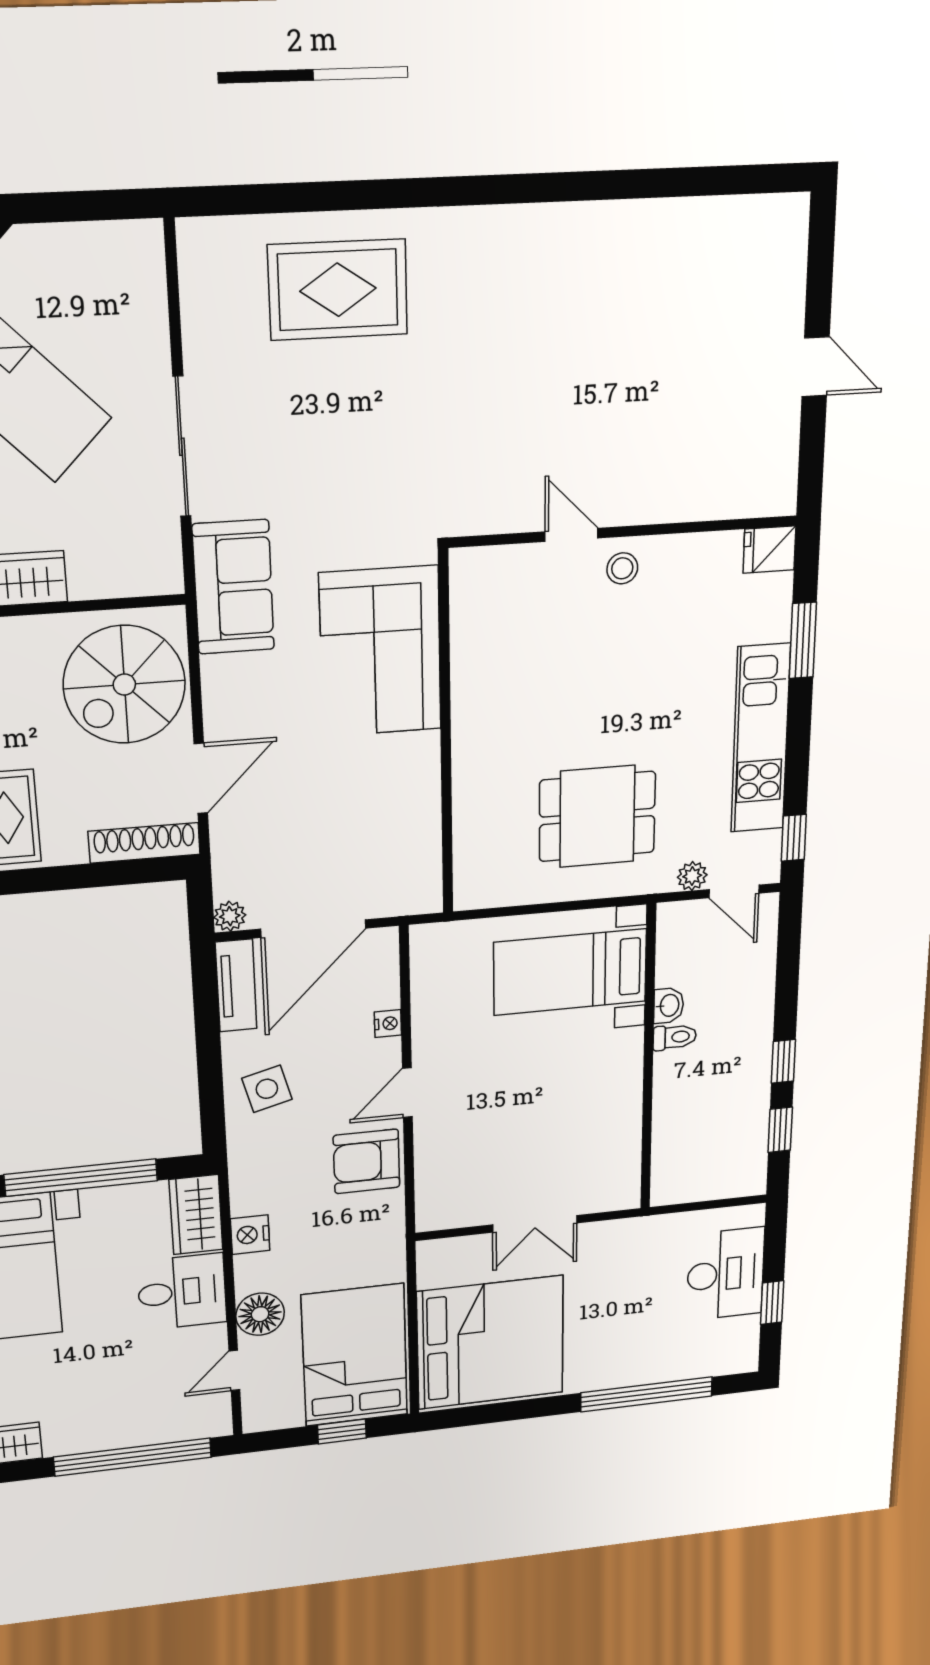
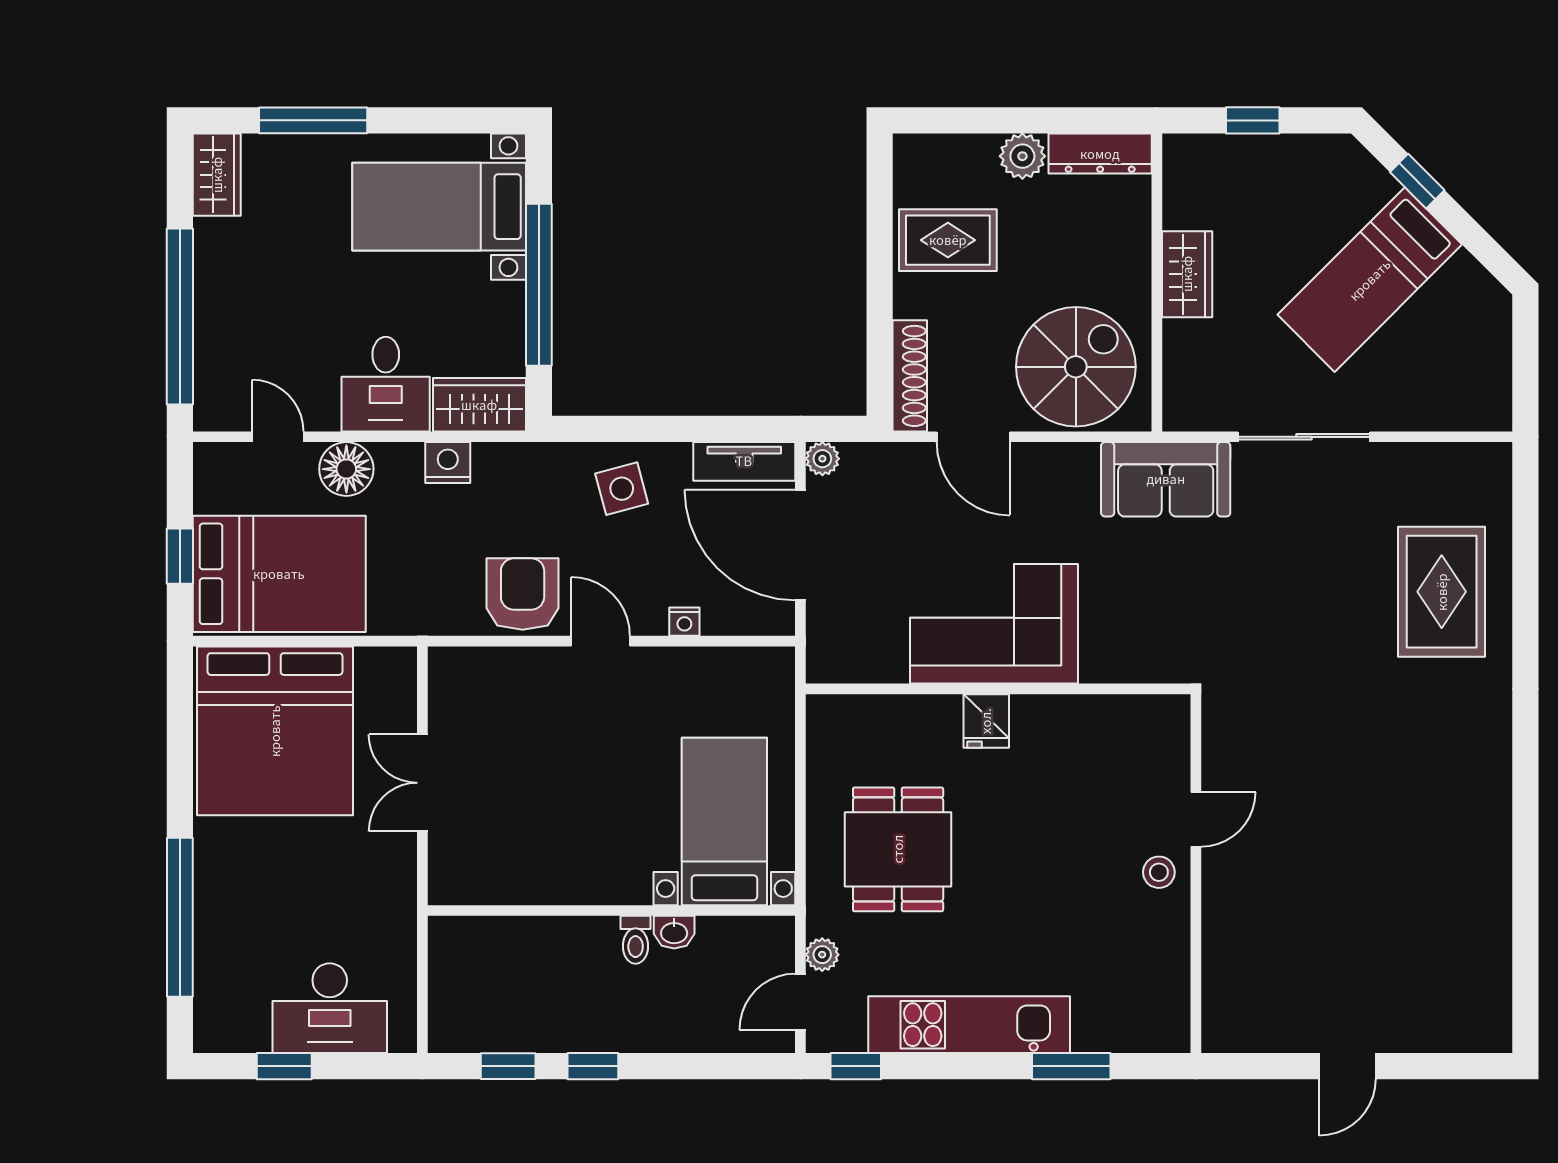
fridge: (769, 550) -> (986, 721), moved, turned 180
corner sofa: (381, 652) -> (994, 624), moved
spiral stairs: (124, 685) -> (1076, 367), turned 90

